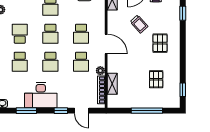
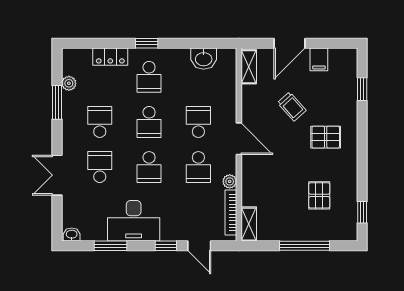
school desk: (81, 34) -> (198, 122), turned 180
pallet: (160, 43) -> (326, 137), turned 90
school desk: (20, 62) -> (100, 167), turned 180
shelving: (112, 84) -> (249, 224), moved

